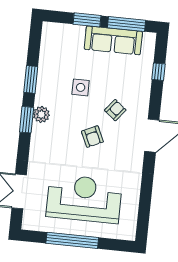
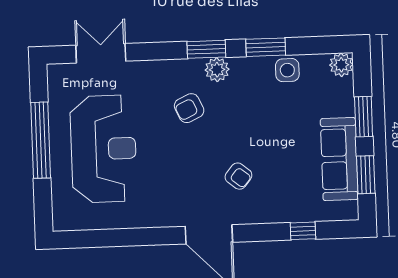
window: (126, 24) -> (366, 175), width x0.69
plant: (50, 30) -> (341, 65), added
side table: (81, 87) -> (287, 70), moved
armchair: (92, 137) -> (189, 108), moved

